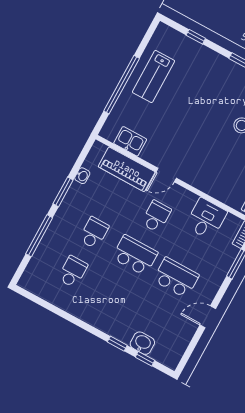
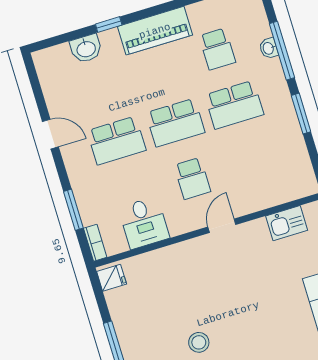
piano: (127, 169) -> (155, 31), moved, turned 180
washbasin: (82, 176) -> (269, 48), moved
school desk: (94, 233) -> (234, 105), width x1.85
door: (208, 317) -> (50, 134), hinge flipped
window: (145, 359) -> (69, 37), removed

